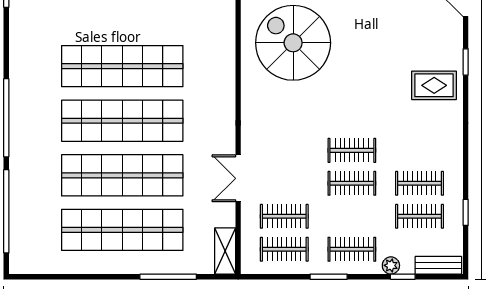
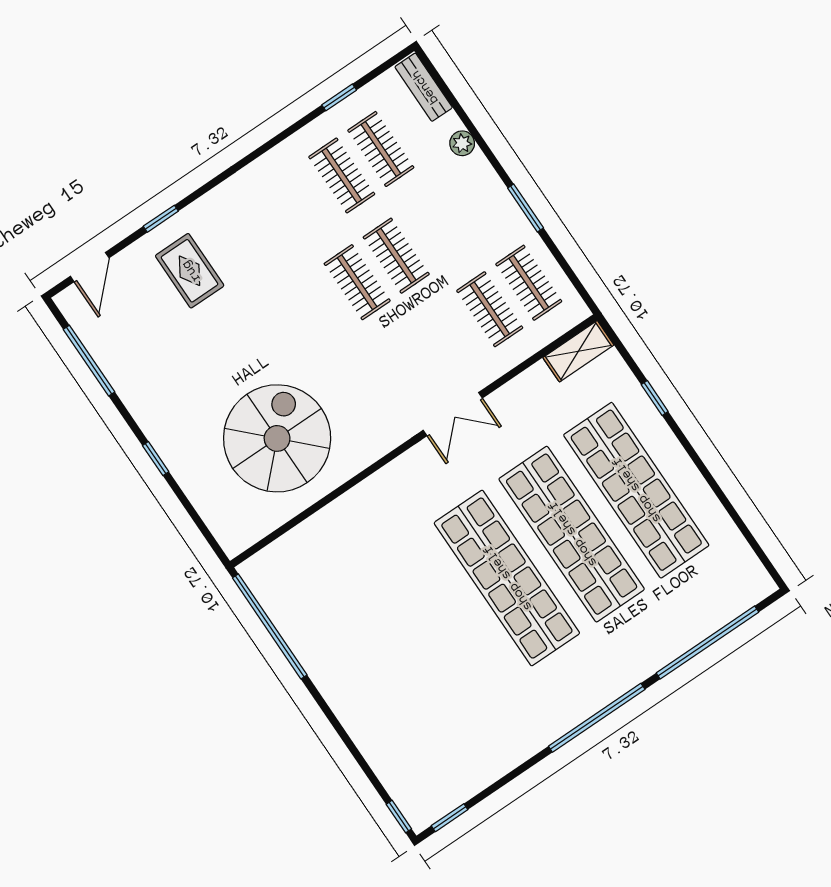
spiral stairs: (293, 43) -> (277, 438), turned 180
shop shelf: (122, 66) -> (442, 622), removed
rug: (434, 85) -> (190, 271), moved
double door: (238, 178) -> (453, 414), moved
clothes rail: (352, 249) -> (474, 203), removed
window: (168, 277) -> (655, 398), width x0.46
window: (403, 277) -> (466, 120), removed

